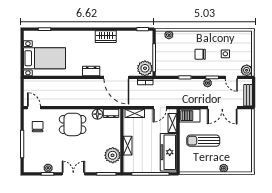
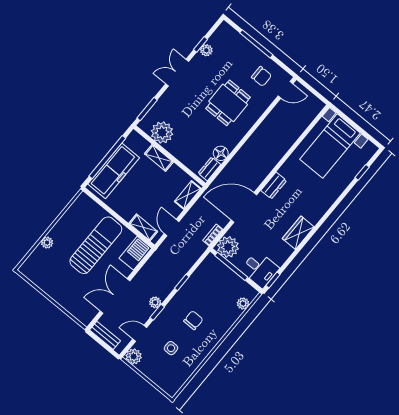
desk: (143, 41) -> (260, 269), added
dining table: (73, 124) -> (228, 103), moved
sun lounger: (203, 141) -> (96, 245), width x1.36, depth x1.34
freezer: (169, 152) -> (114, 171), moved, turned 90
double door: (73, 174) -> (177, 73), swing flipped

